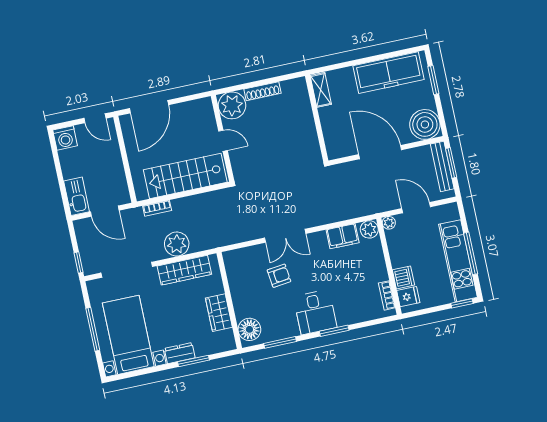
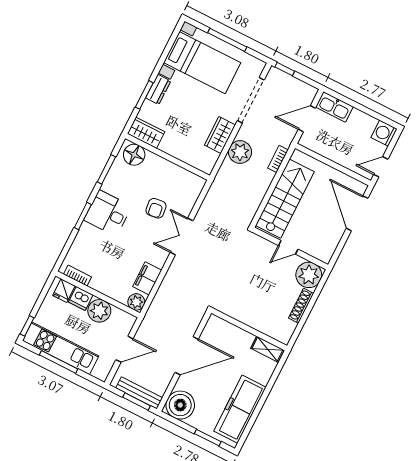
plant: (389, 223) -> (99, 311), moved, width x1.88, depth x1.88
wardrobe: (184, 270) -> (220, 135), width x0.67
wardrobe: (219, 313) -> (146, 133), moved

